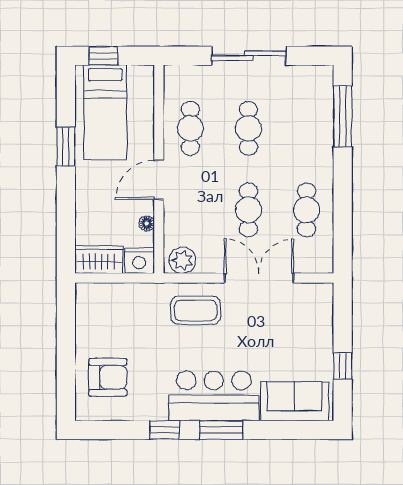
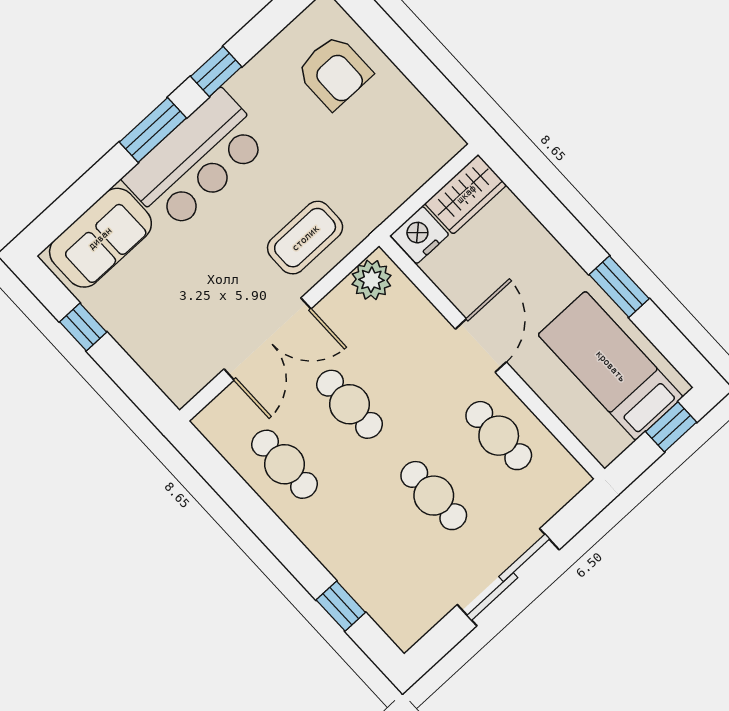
window: (343, 116) -> (341, 606), width x0.46
floor lamp: (147, 223) -> (449, 284), removed
armchair: (108, 377) -> (334, 72), turned -90

